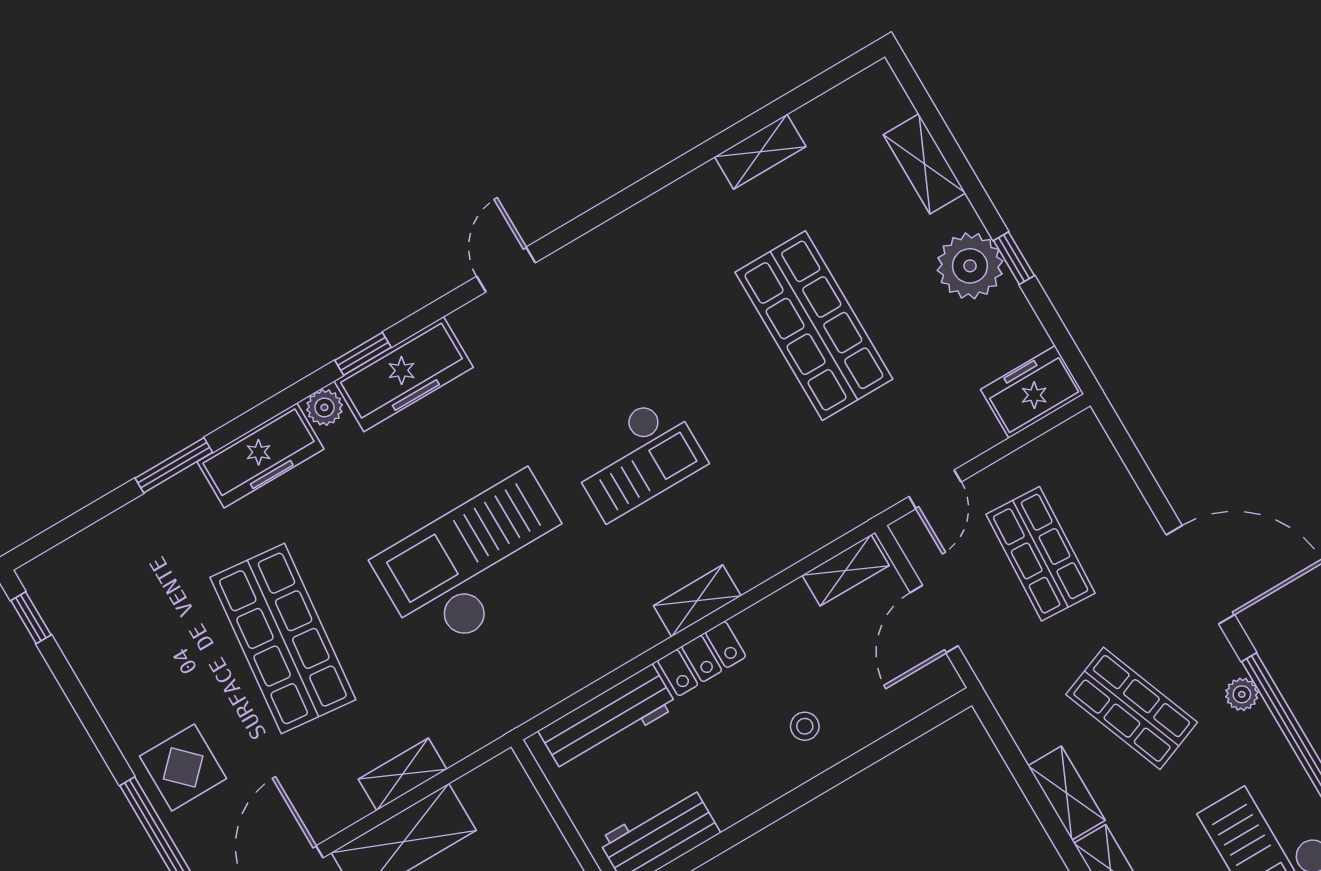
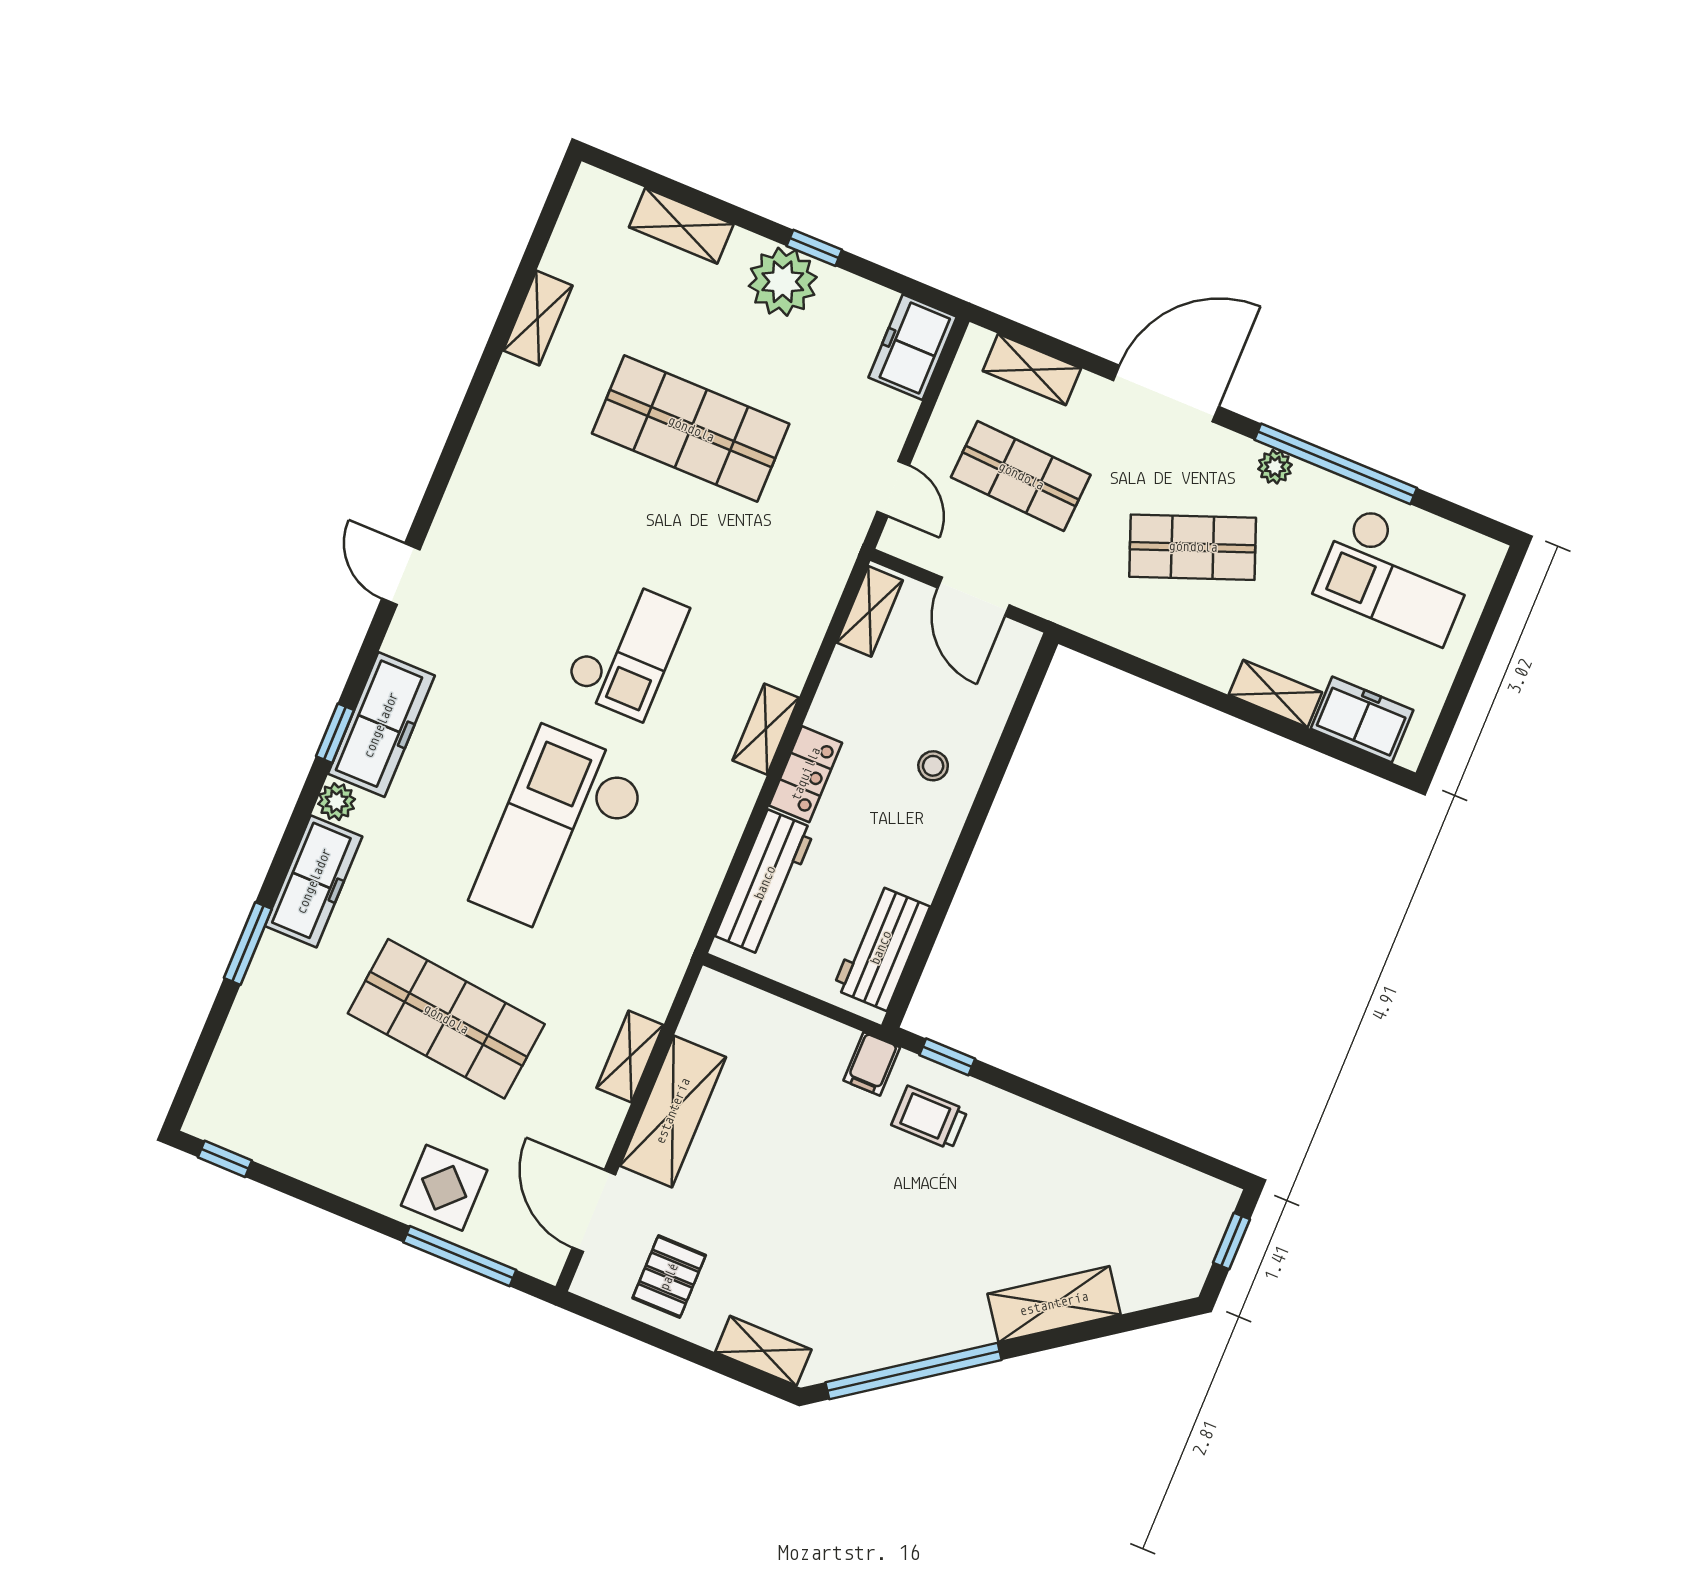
shelving: (1067, 793) -> (1032, 370), moved

